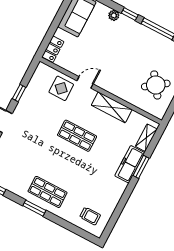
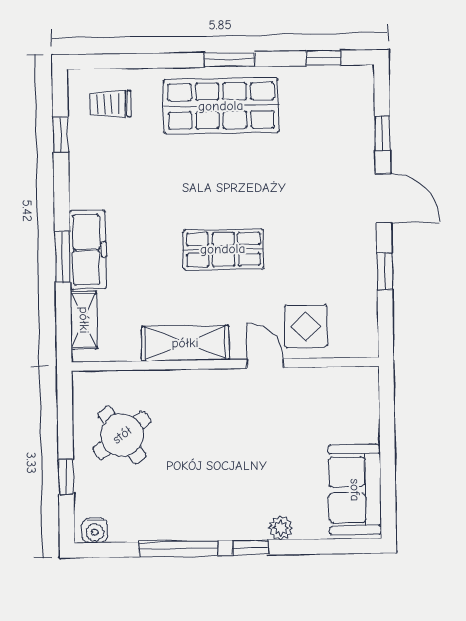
locker: (53, 49) -> (365, 395), removed
door: (85, 82) -> (265, 364), swing flipped
shop shelf: (48, 192) -> (221, 106), width x1.43, depth x1.36
window: (116, 215) -> (61, 134), added

